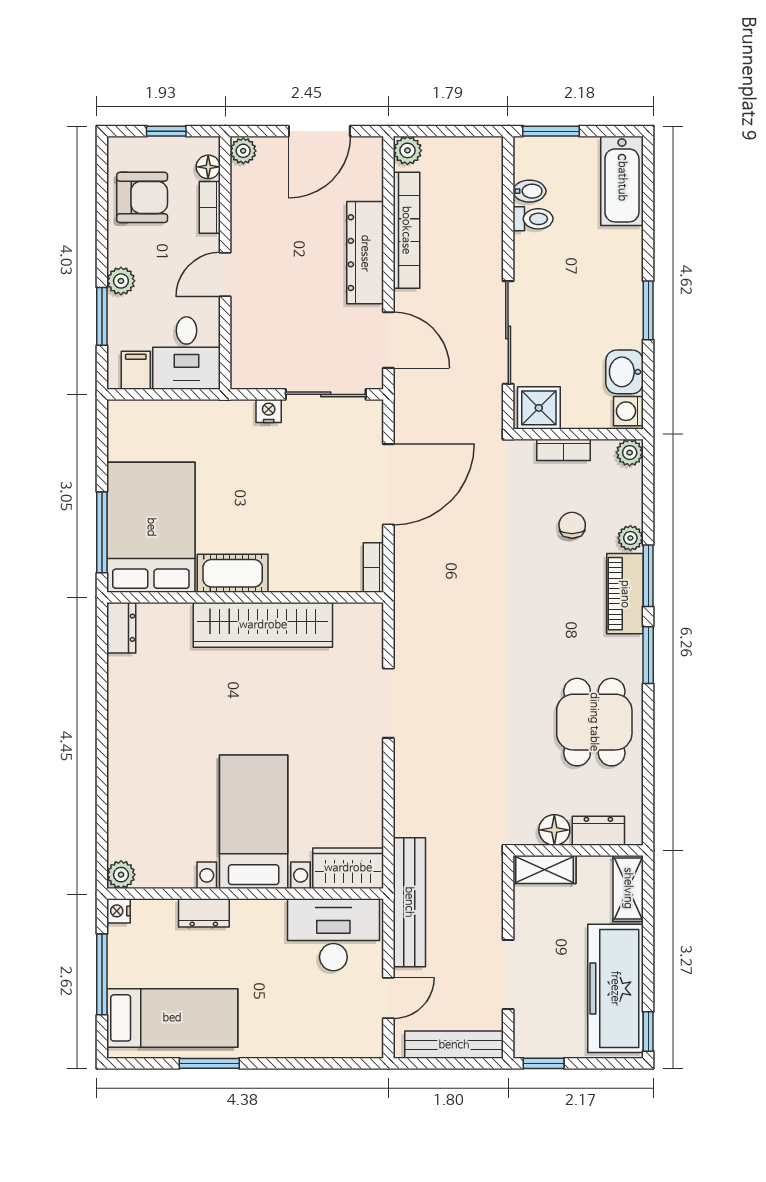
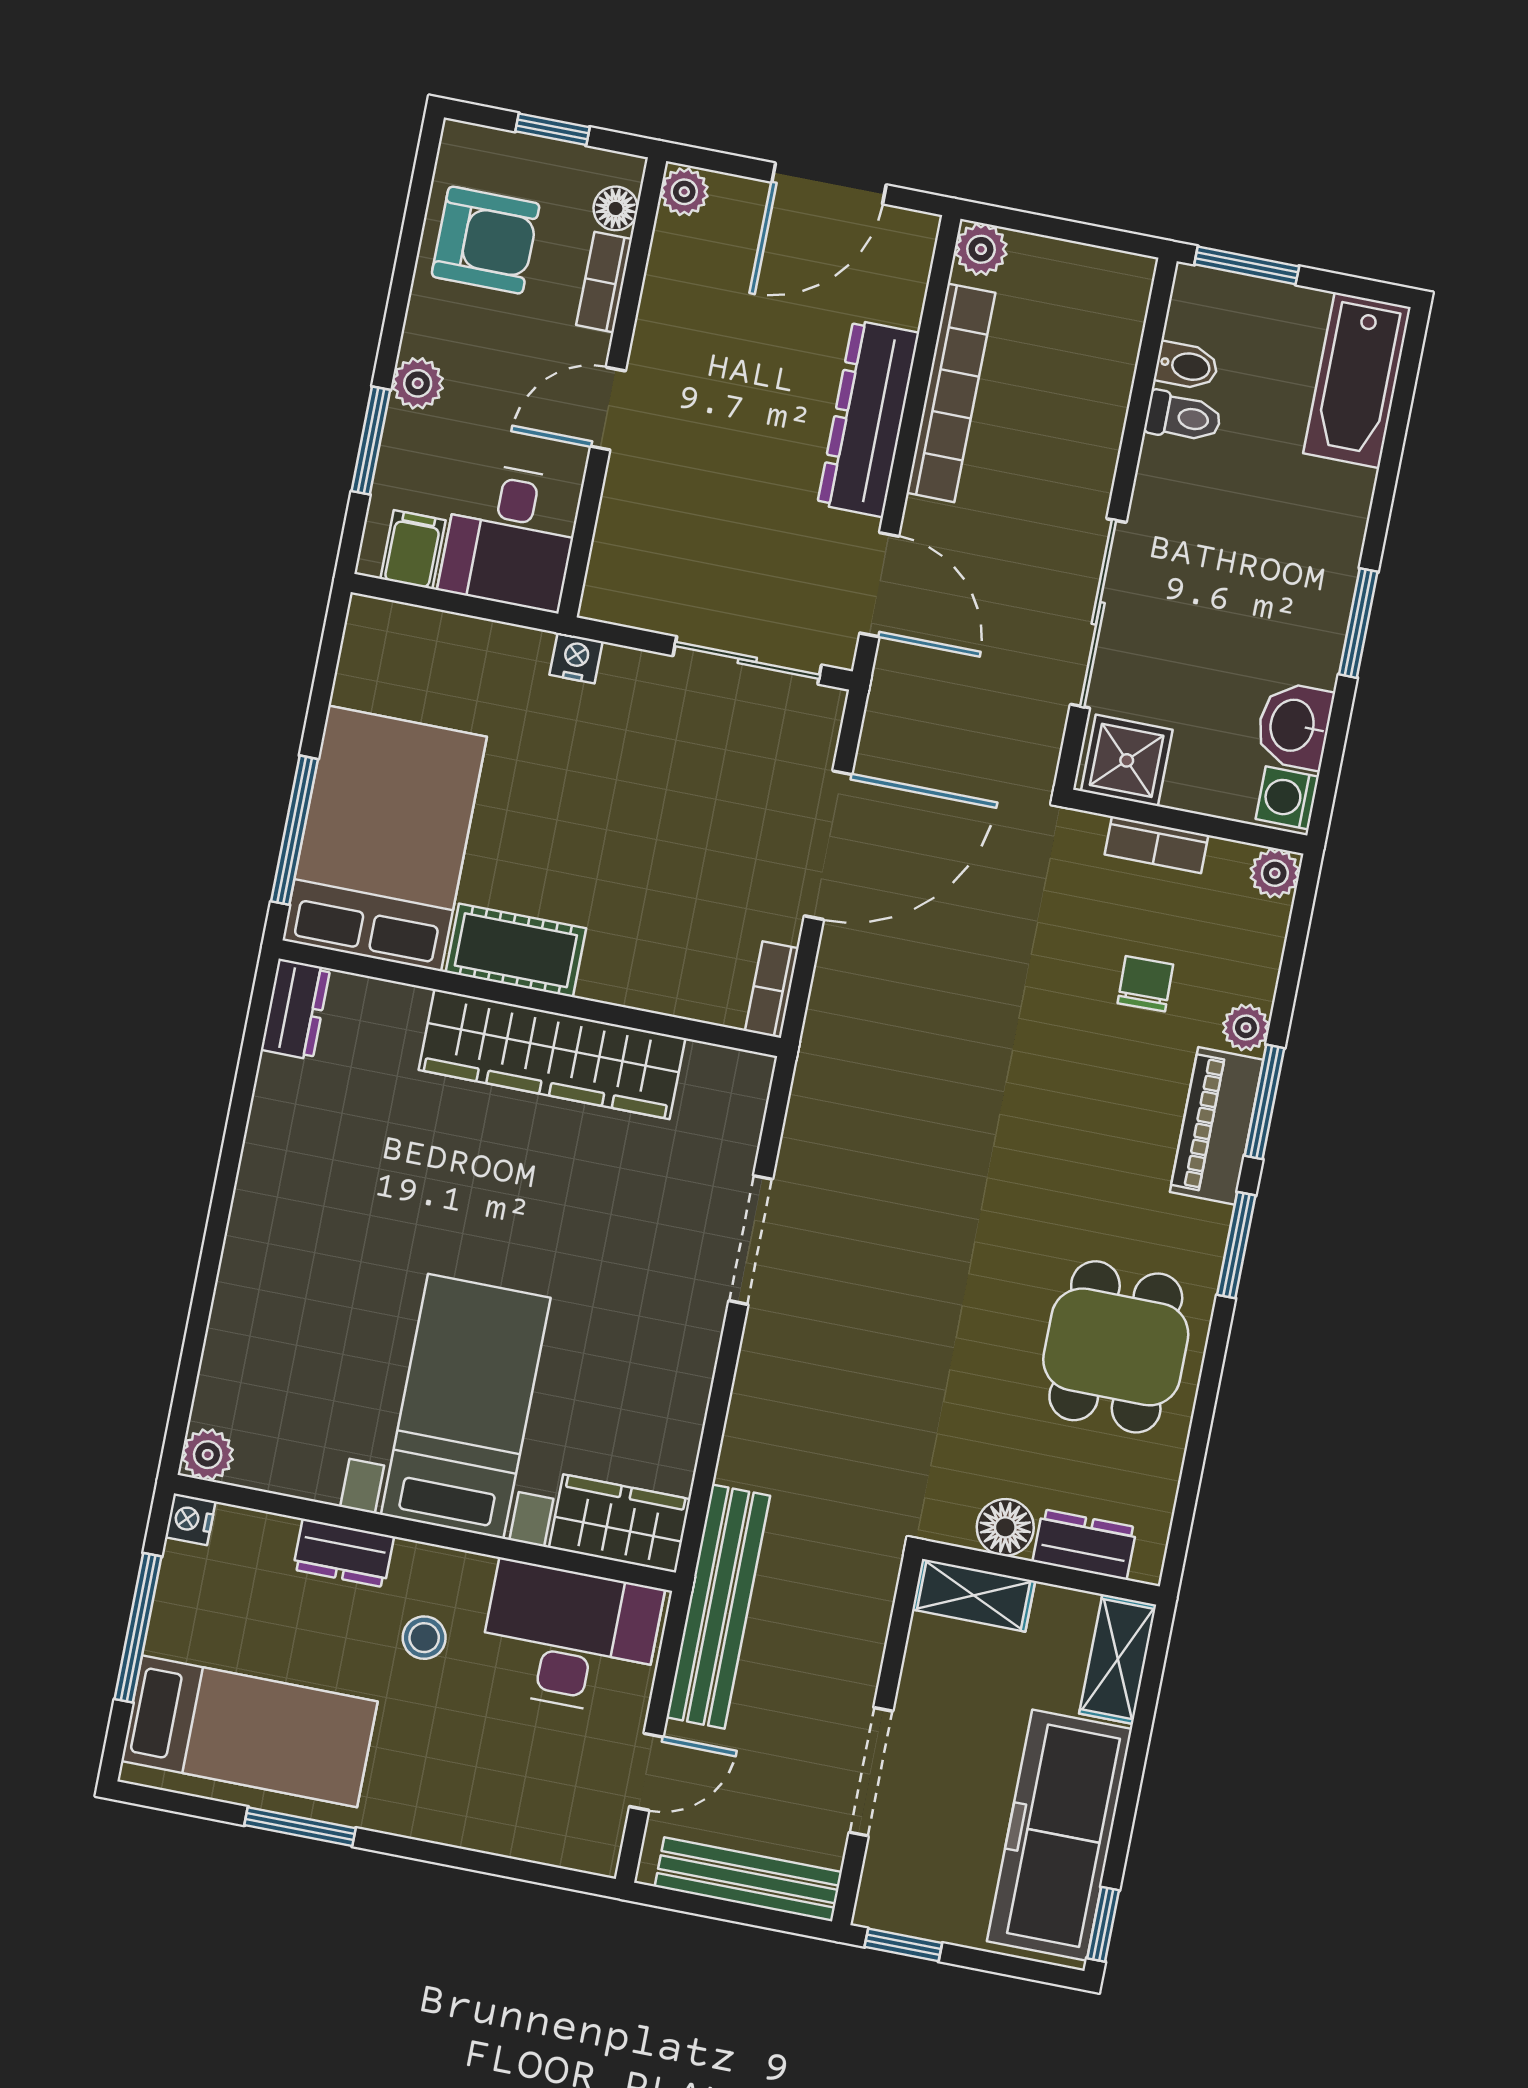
nightstand: (269, 411) -> (576, 658), moved
stool: (256, 950) -> (424, 1638), added

